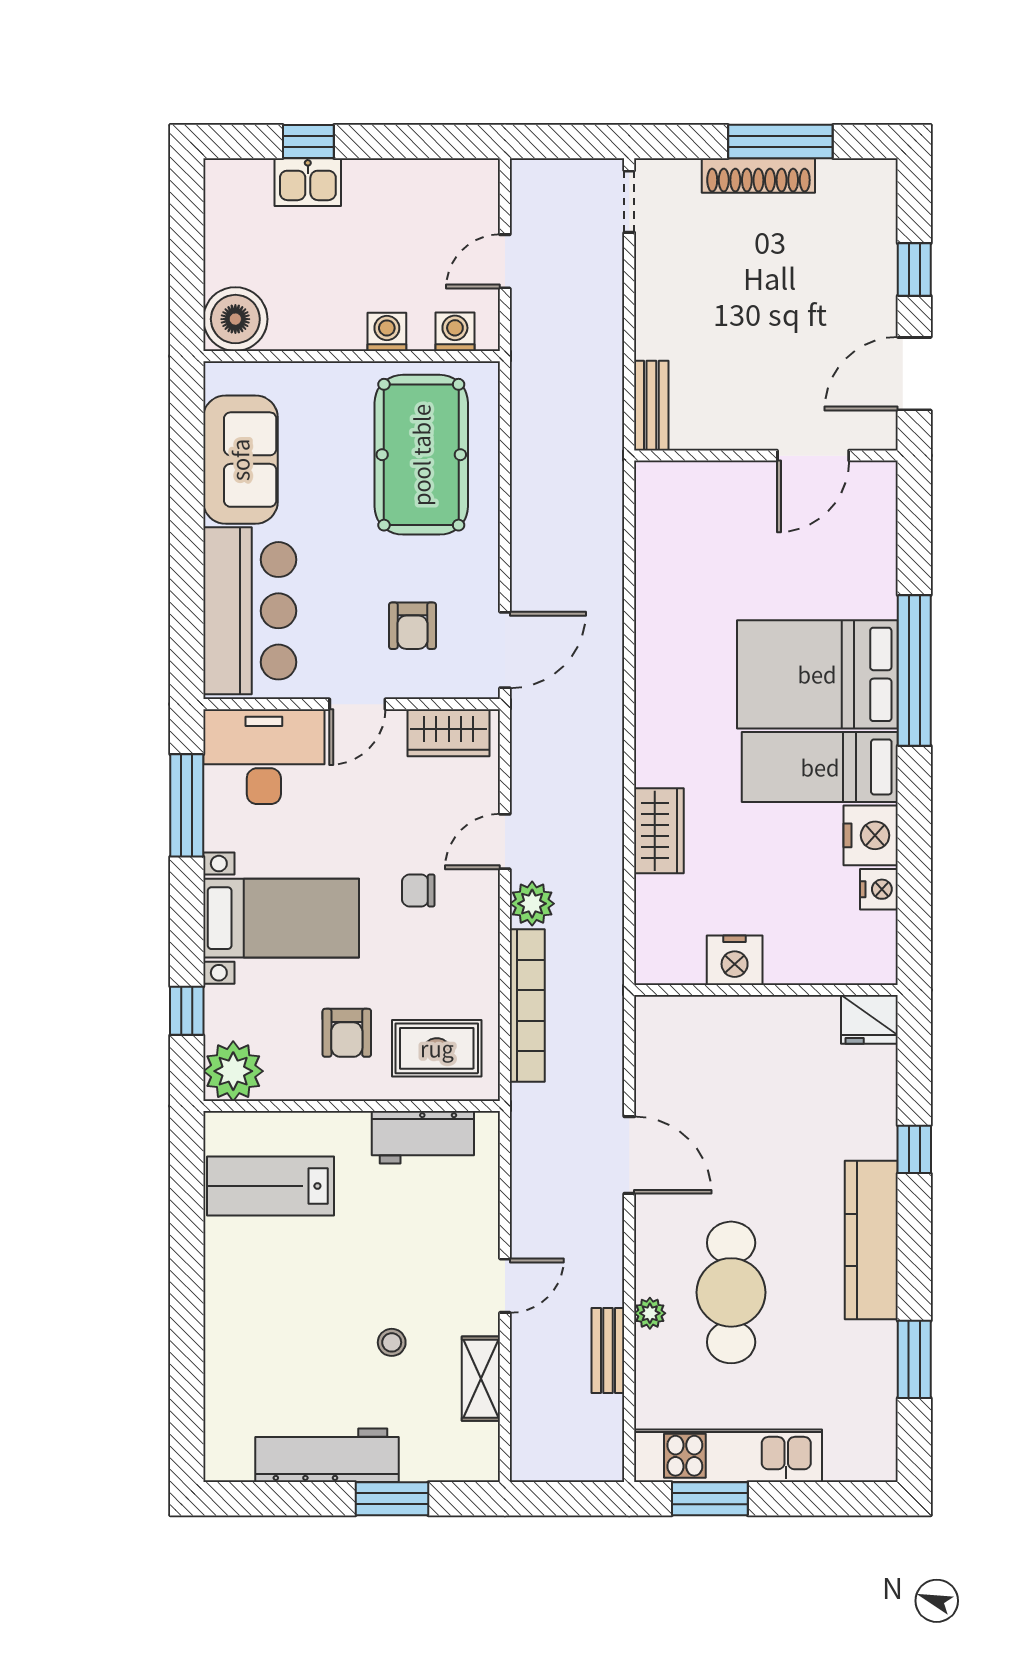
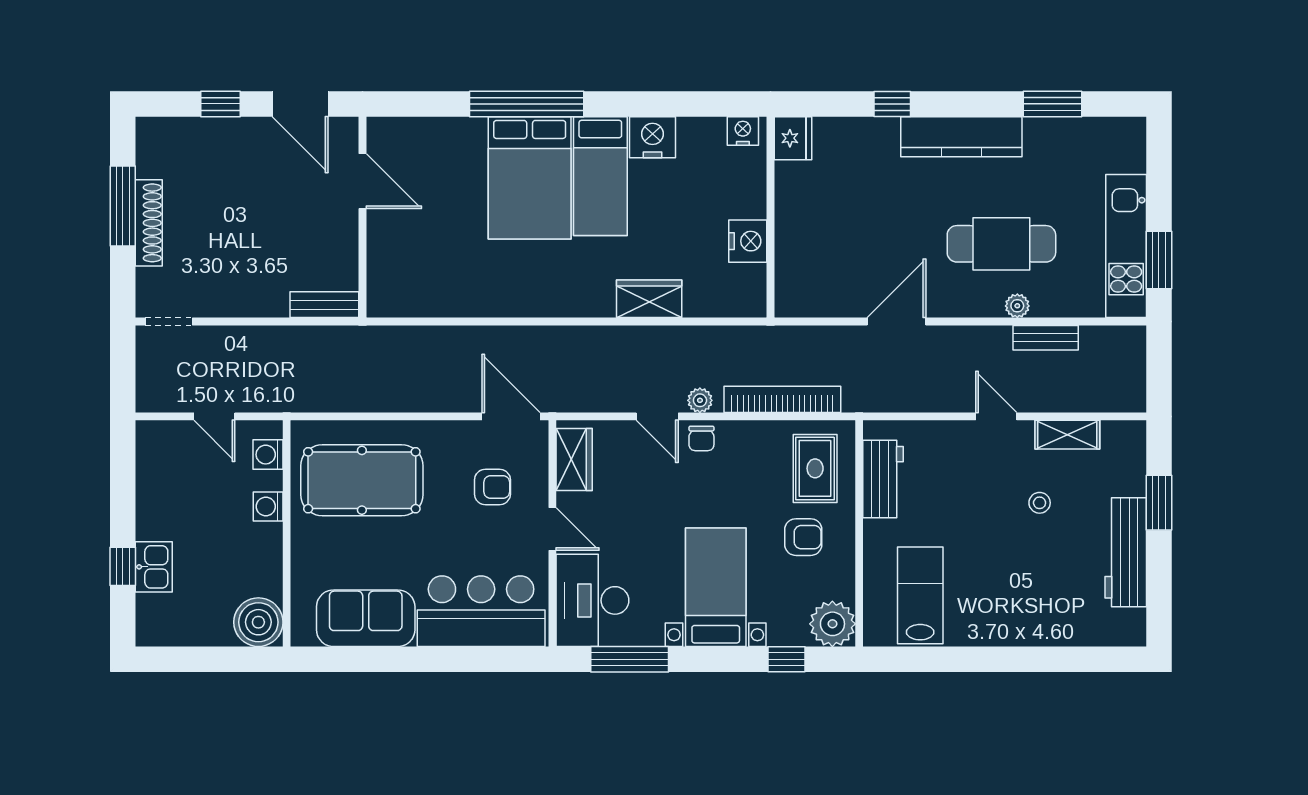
nightstand: (879, 889) -> (743, 131), moved
chair: (418, 890) -> (701, 438), moved
plant: (532, 904) -> (700, 400), width x0.73, depth x0.73
lab bench: (270, 1186) -> (920, 595), turned 180

